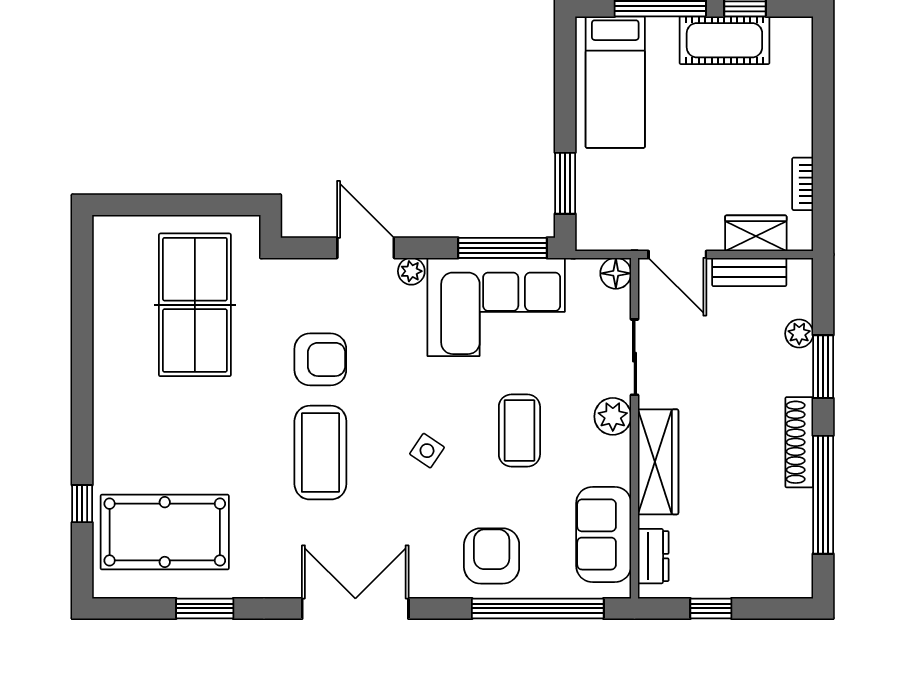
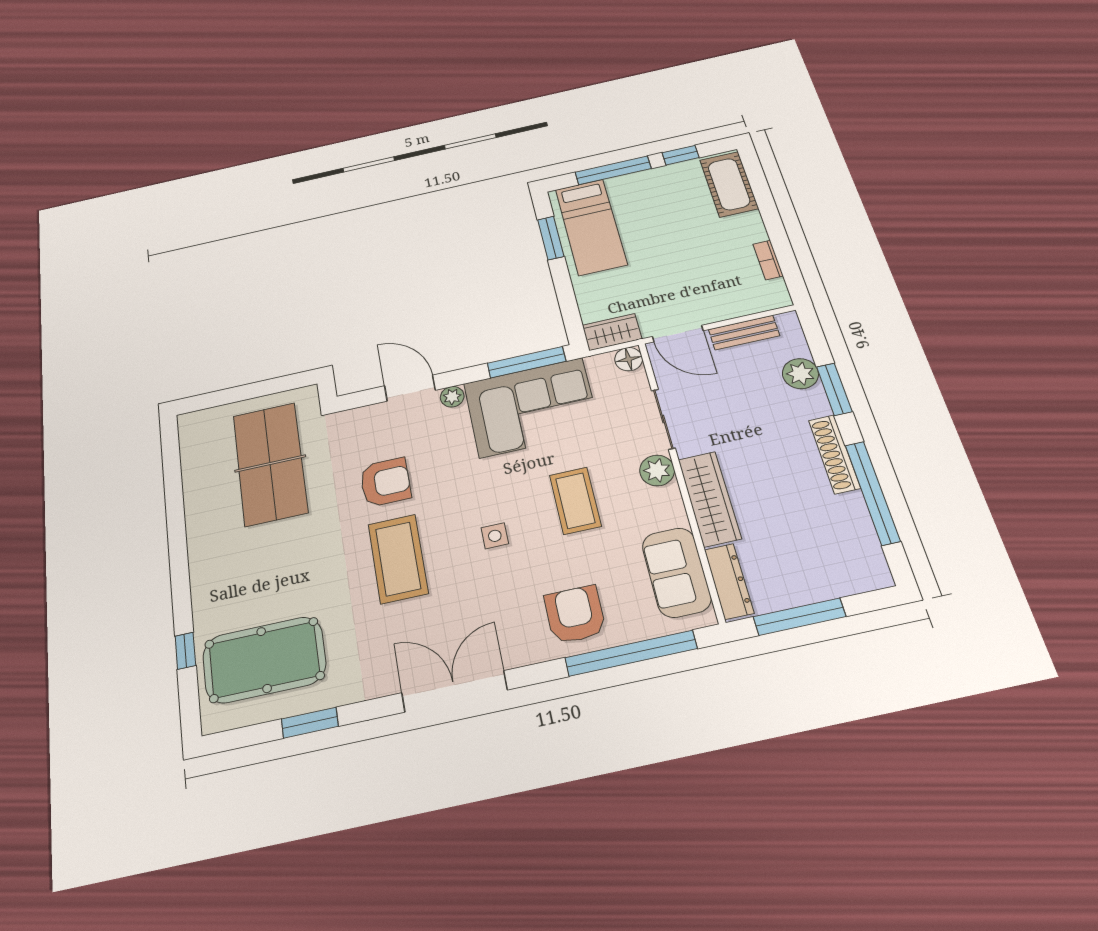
cot: (724, 40) -> (729, 184), moved, turned 90
window: (565, 183) -> (551, 238), moved
wardrobe: (756, 233) -> (612, 332), moved
plant: (799, 334) -> (800, 374), width x1.38, depth x1.38
side table: (427, 451) -> (495, 536), turned -34
dresser: (653, 556) -> (729, 581), width x1.44
window: (711, 608) -> (799, 617), width x2.17

